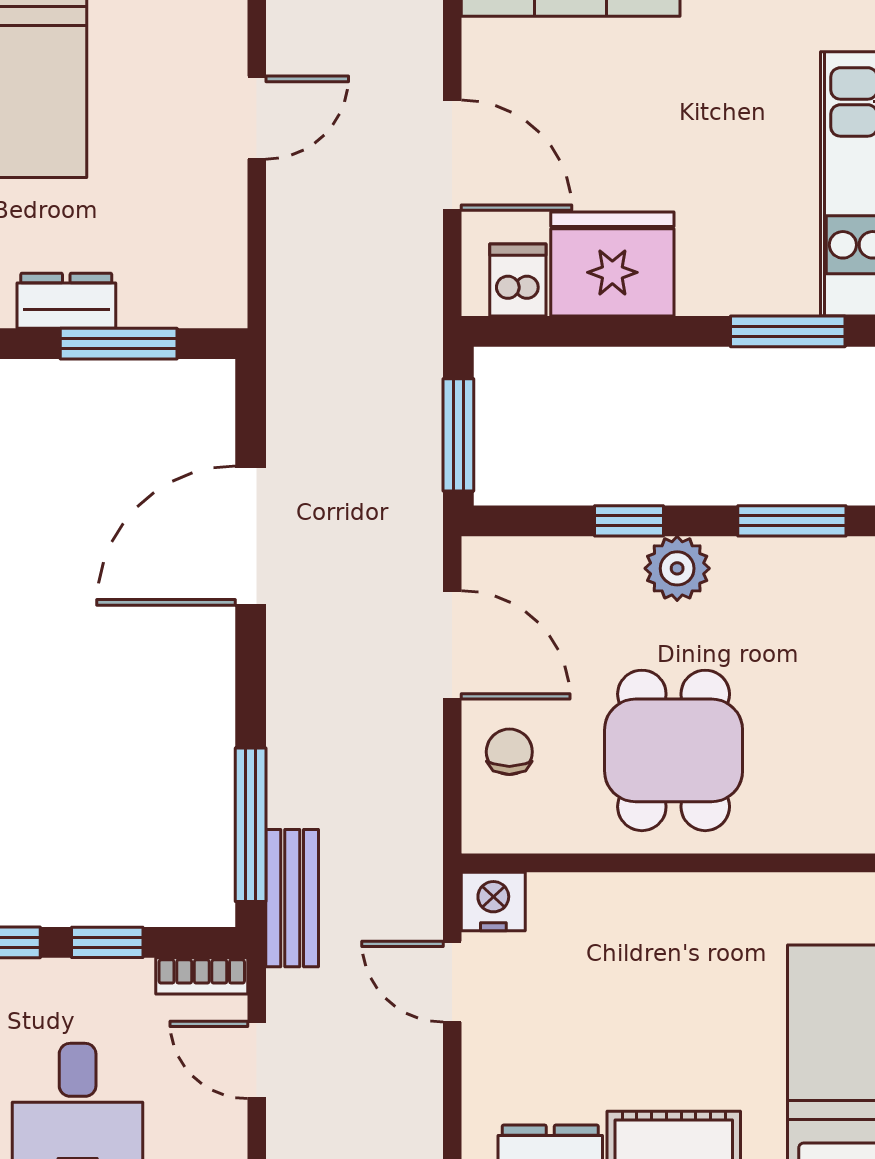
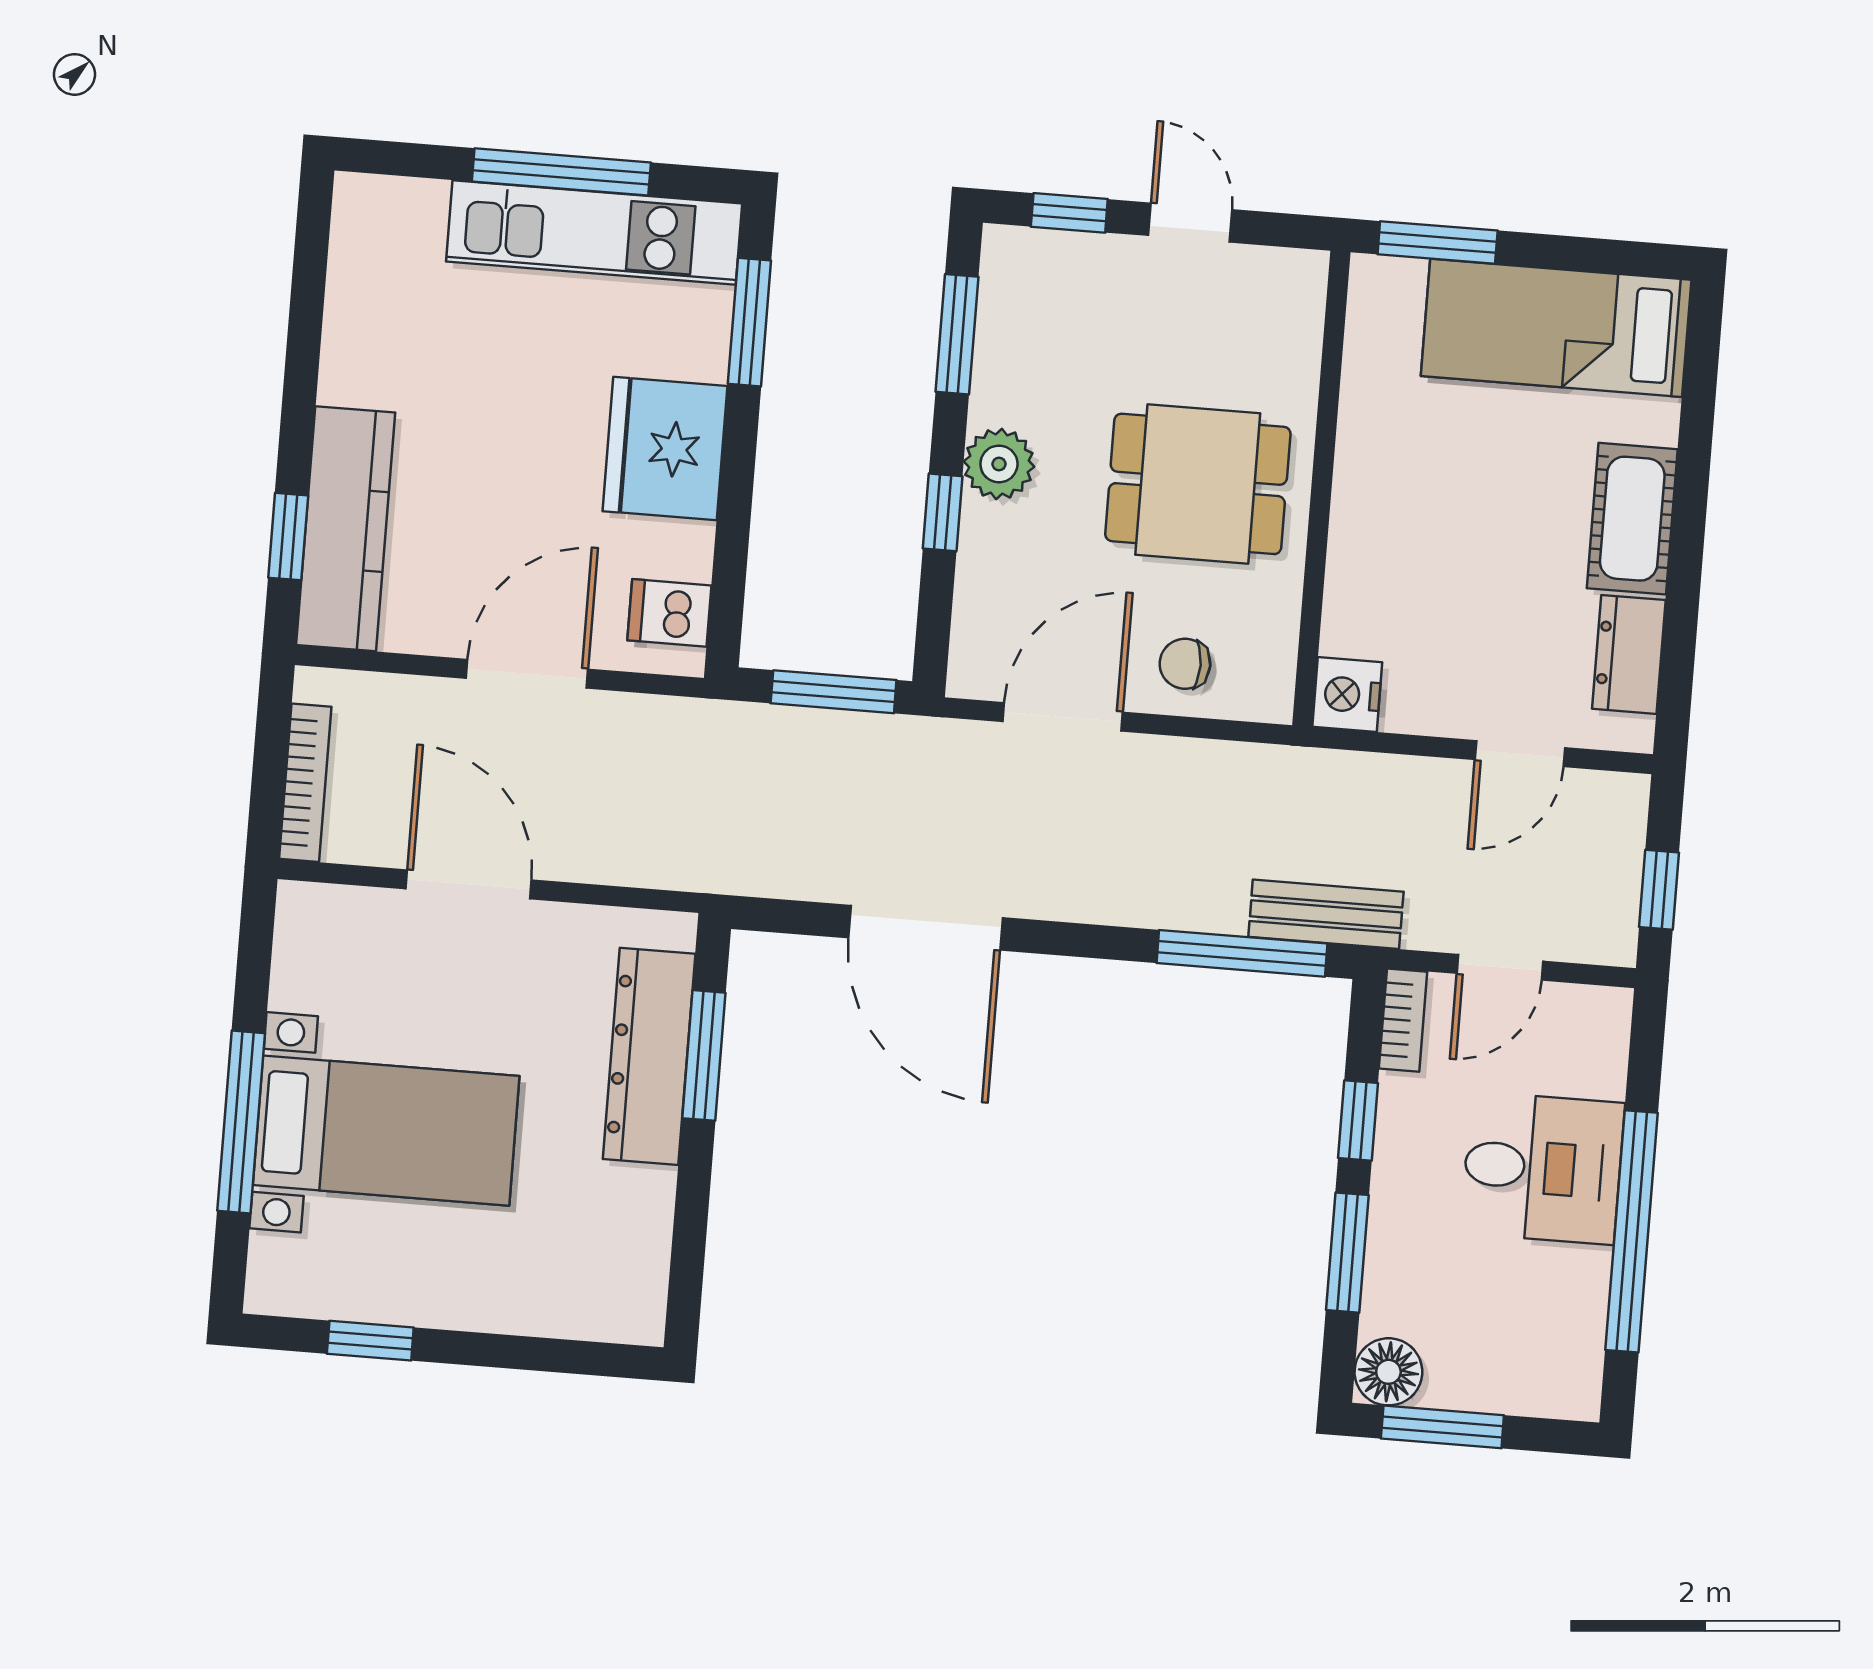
door: (257, 118) -> (469, 884), width x1.38
fridge: (612, 264) -> (665, 449), moved
dresser: (66, 301) -> (649, 1056), width x1.96, depth x1.24
door: (452, 982) -> (1520, 754), moved

